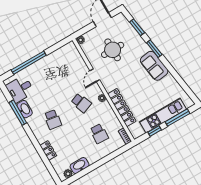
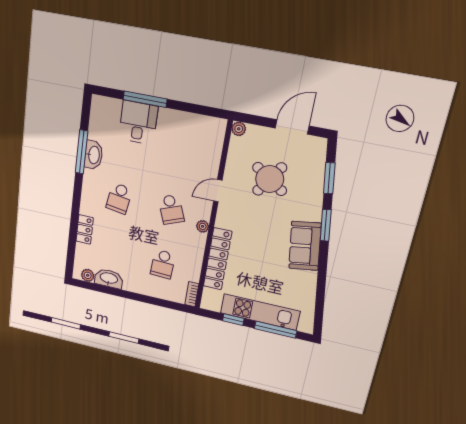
round table: (113, 50) -> (270, 179), turned 34
window: (29, 63) -> (145, 99), width x0.68
desk: (20, 89) -> (138, 123), moved, turned 90

